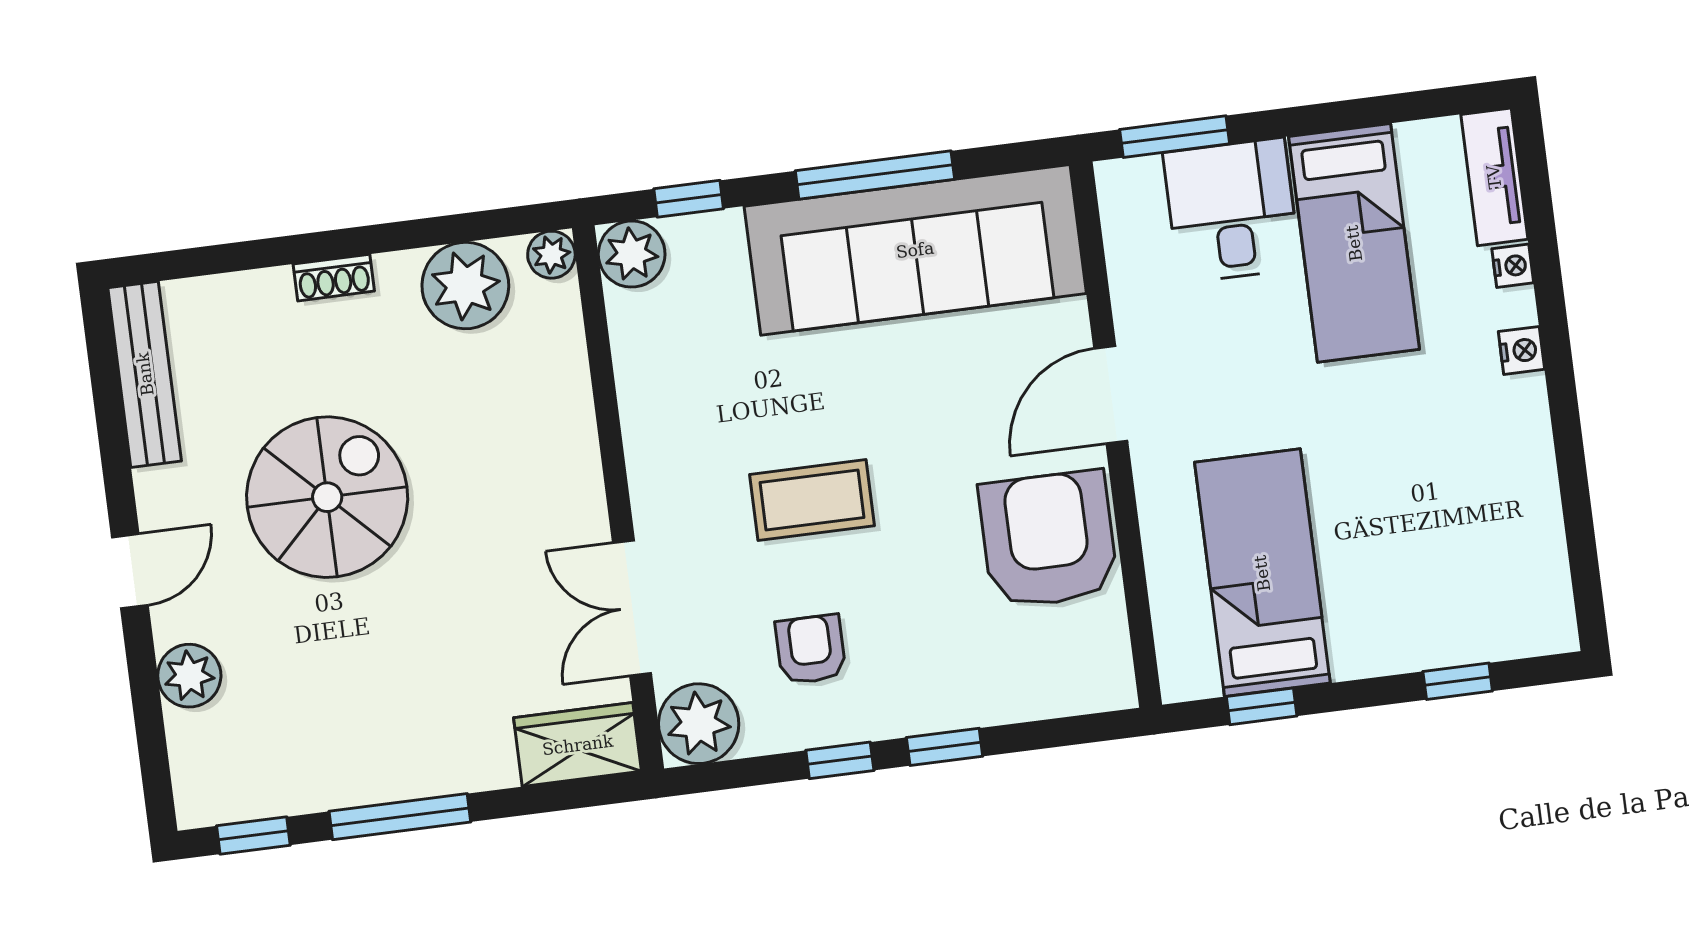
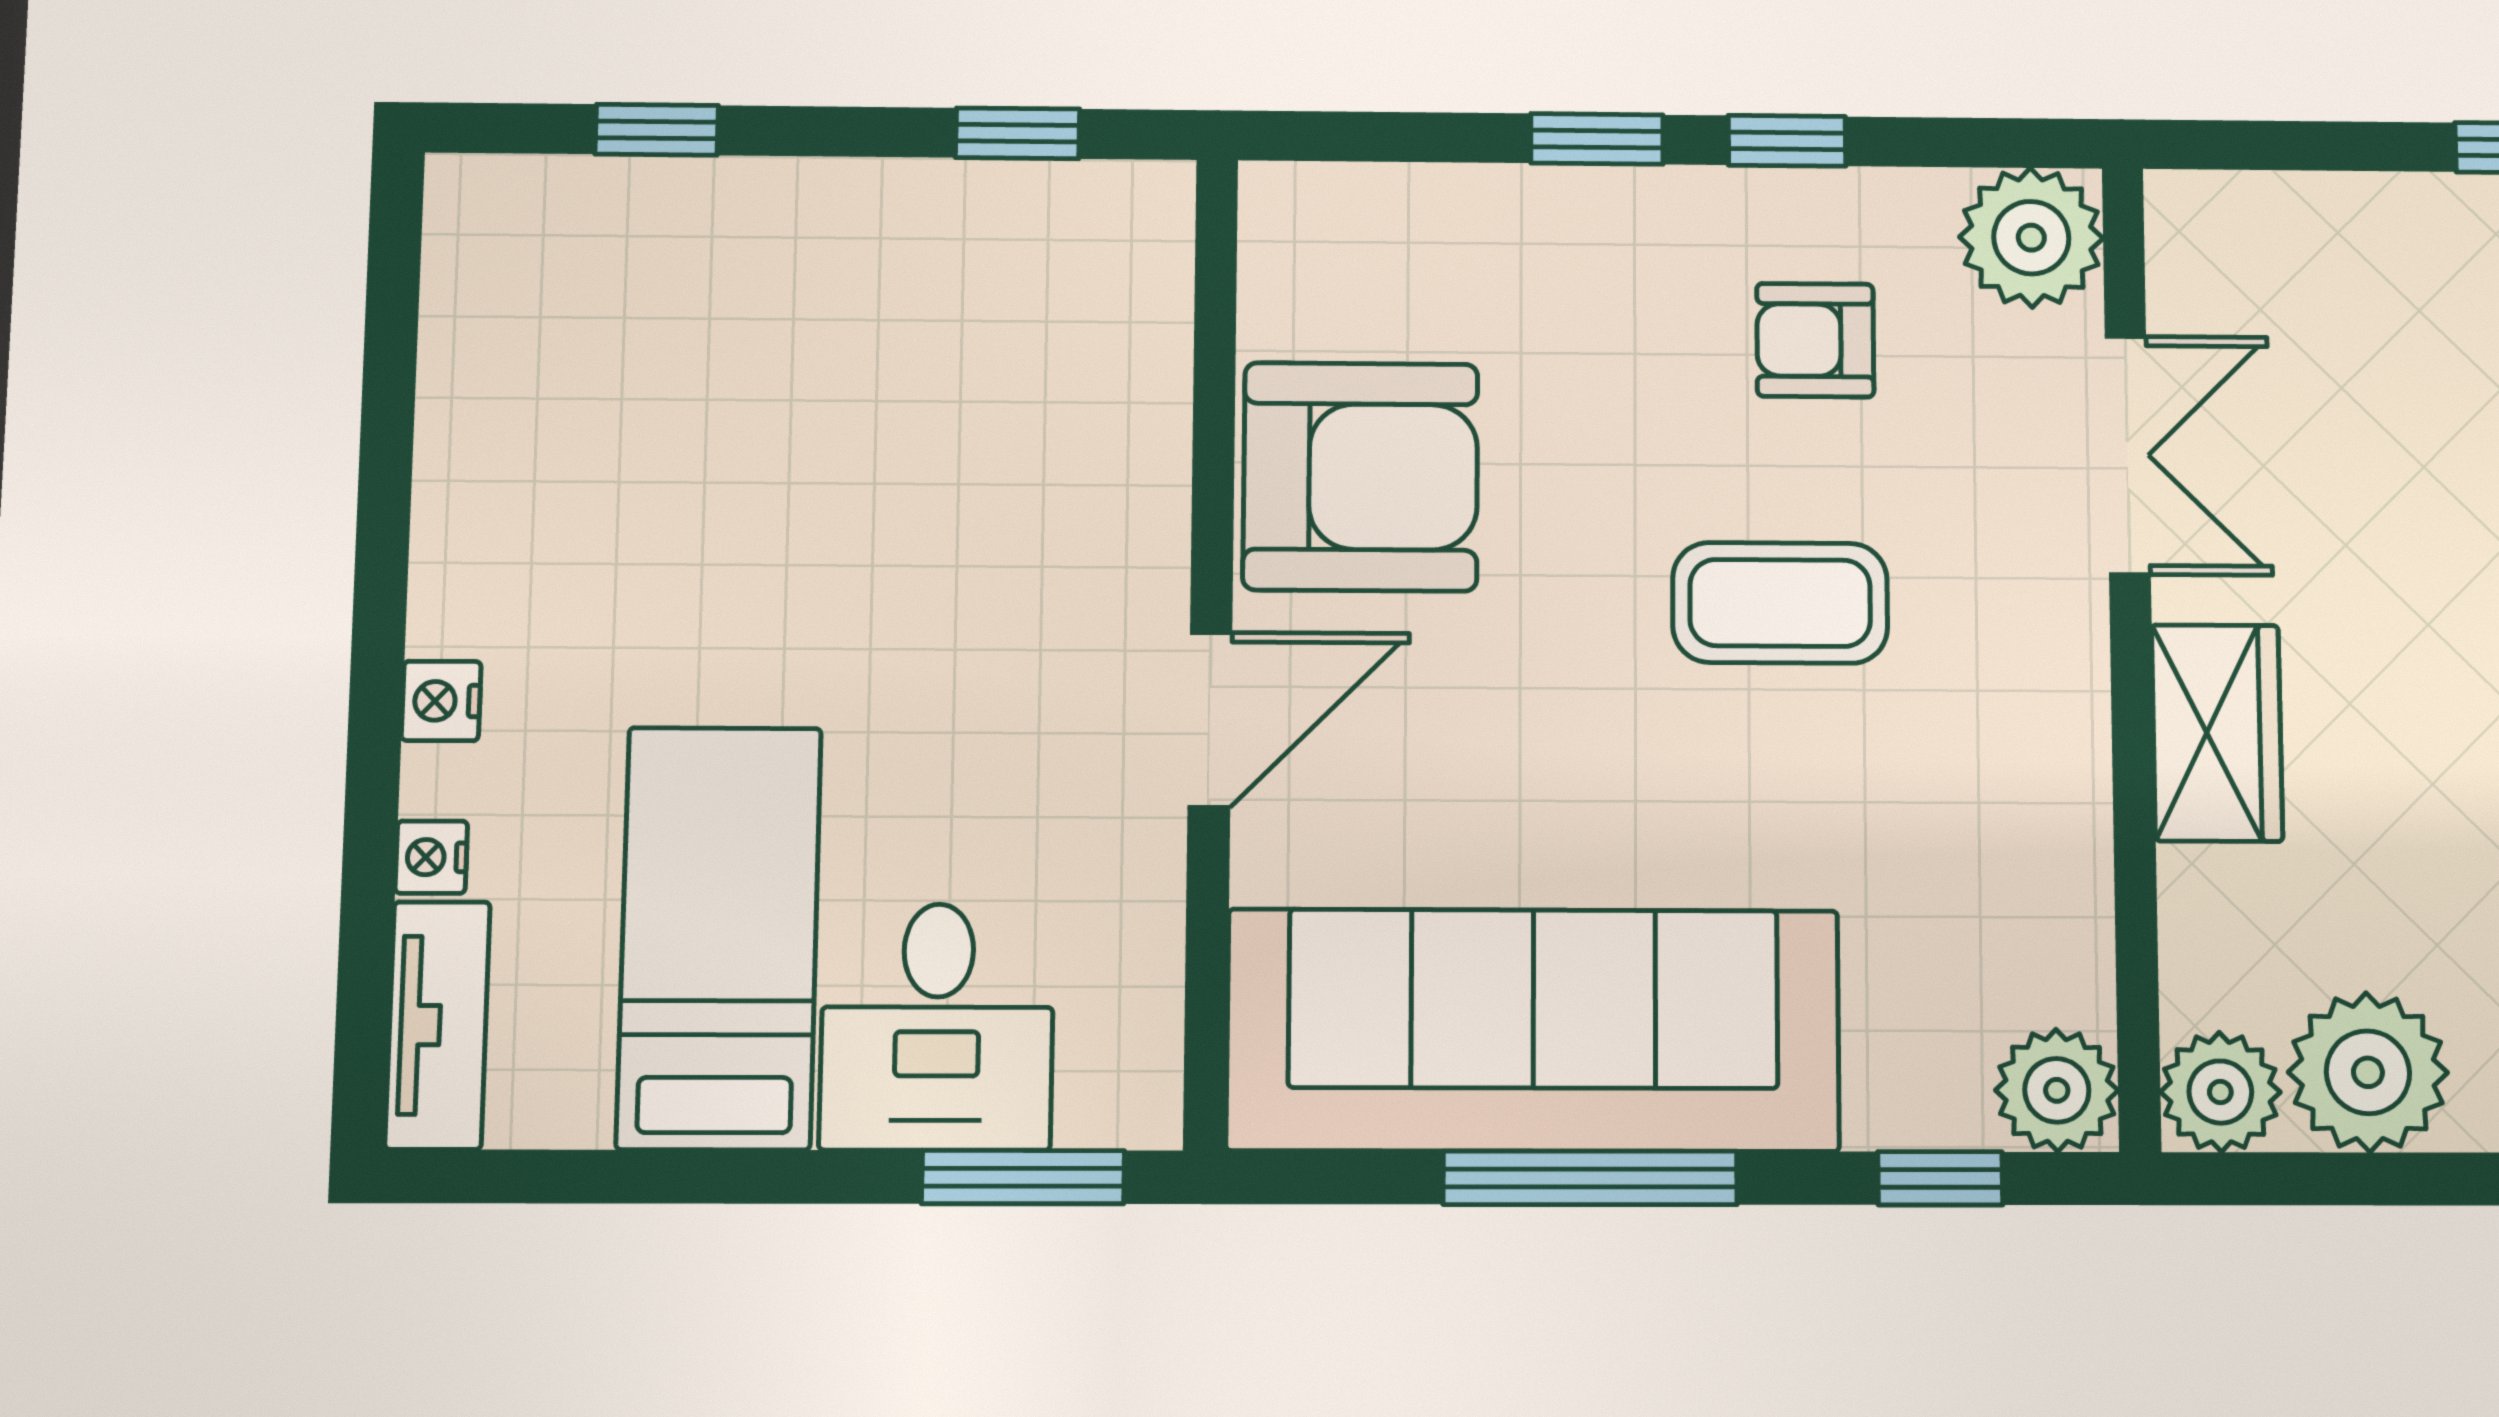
plant: (551, 255) -> (2220, 1092), width x1.38, depth x1.38
armchair: (1048, 539) -> (1361, 477), turned -90
bed: (1262, 573) -> (980, 367), removed
armchair: (811, 649) -> (1815, 340), turned 90
wardrobe: (578, 745) -> (2217, 733), moved, turned -90

